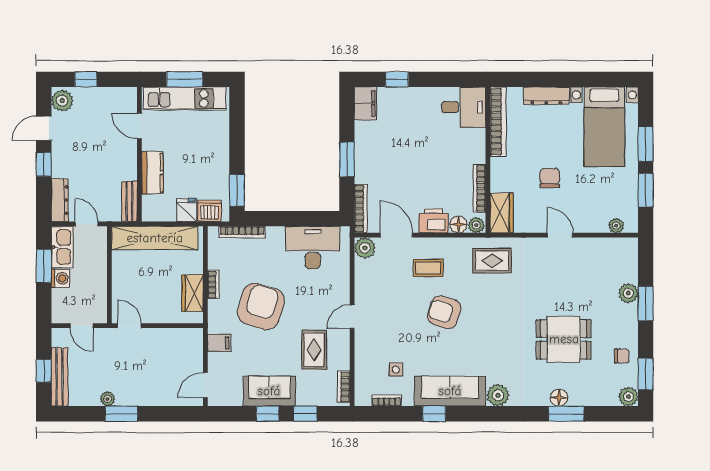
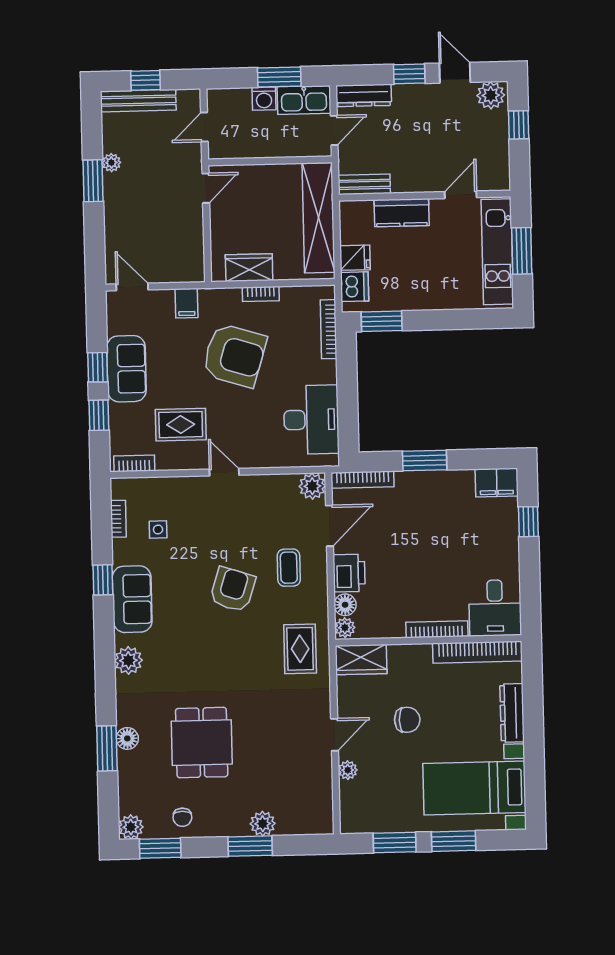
bookcase: (479, 188) -> (437, 629), moved
plant: (616, 226) -> (348, 770), moved
sofa: (450, 391) -> (132, 599), width x0.73

